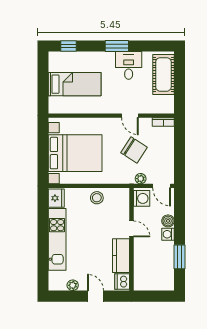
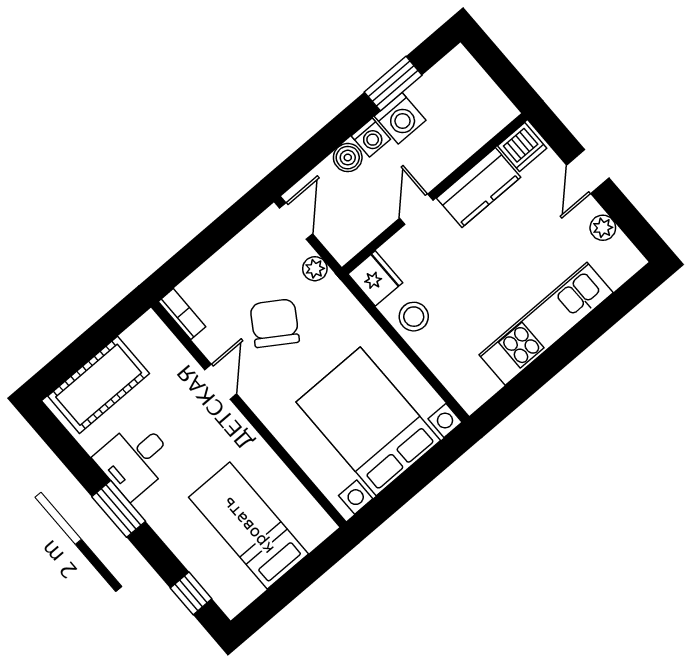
fridge: (56, 198) -> (375, 278), moved, turned 90
washing machine: (142, 198) -> (400, 118), moved, turned 180

